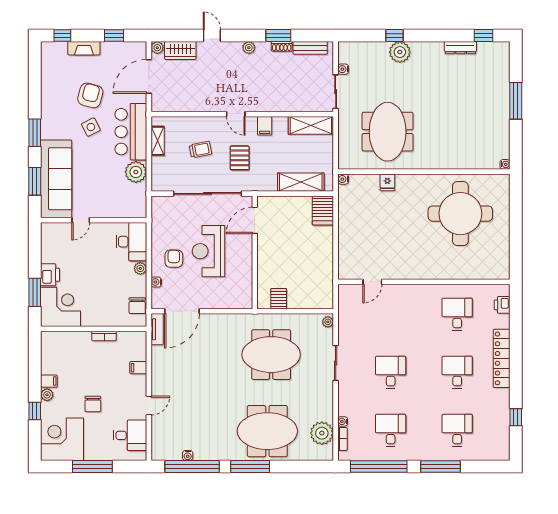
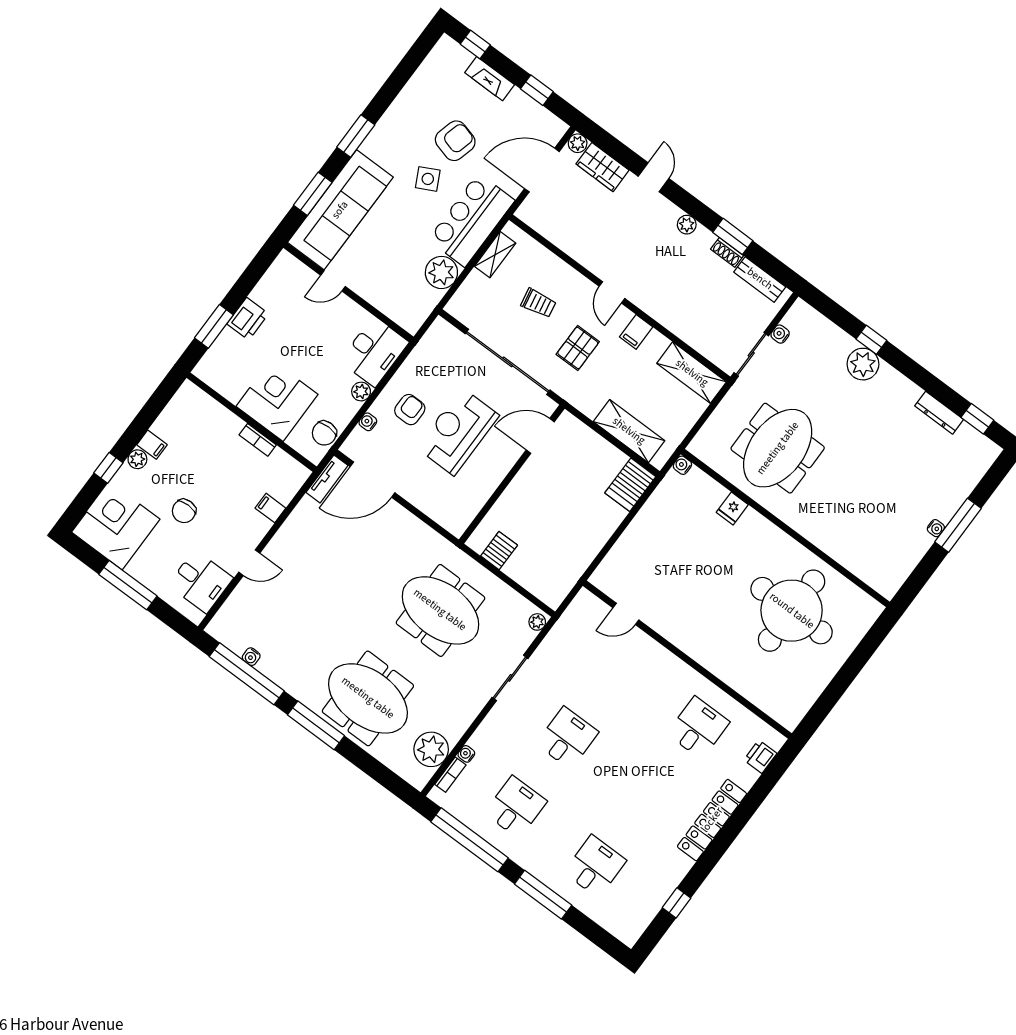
water cooler: (505, 164) -> (936, 528), moved
corner desk: (60, 307) -> (277, 400), moved, turned -90
desk: (457, 372) -> (647, 797), removed

